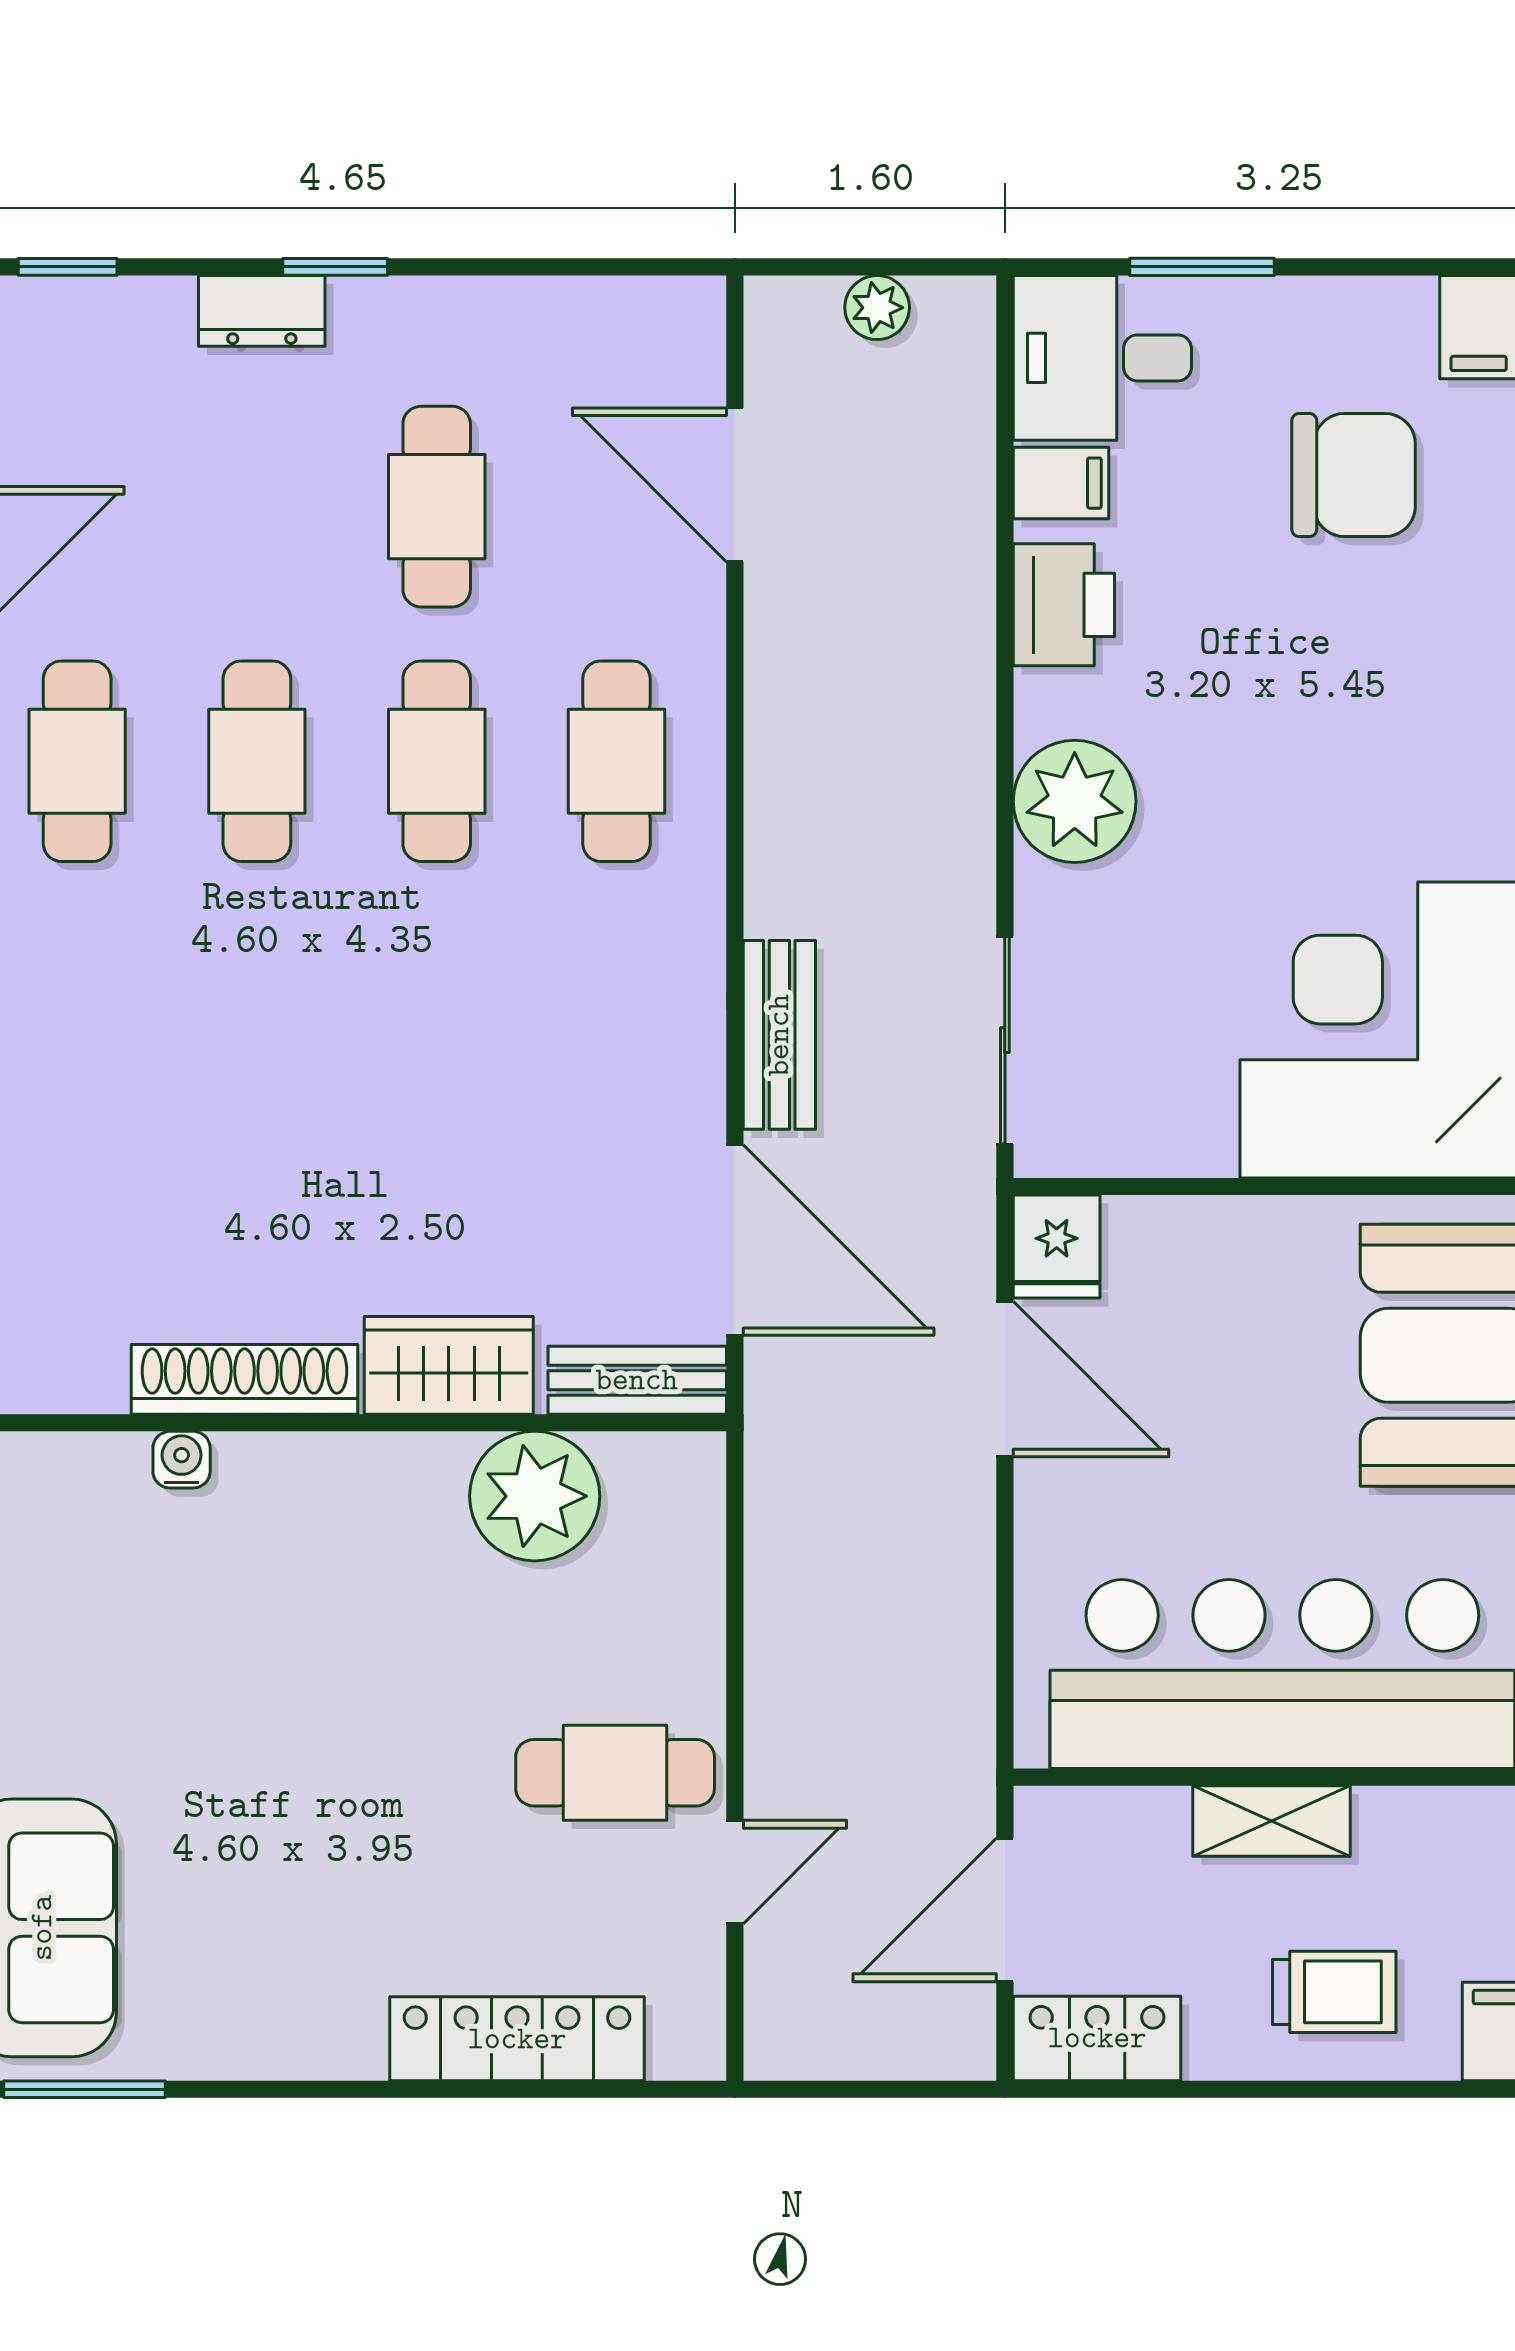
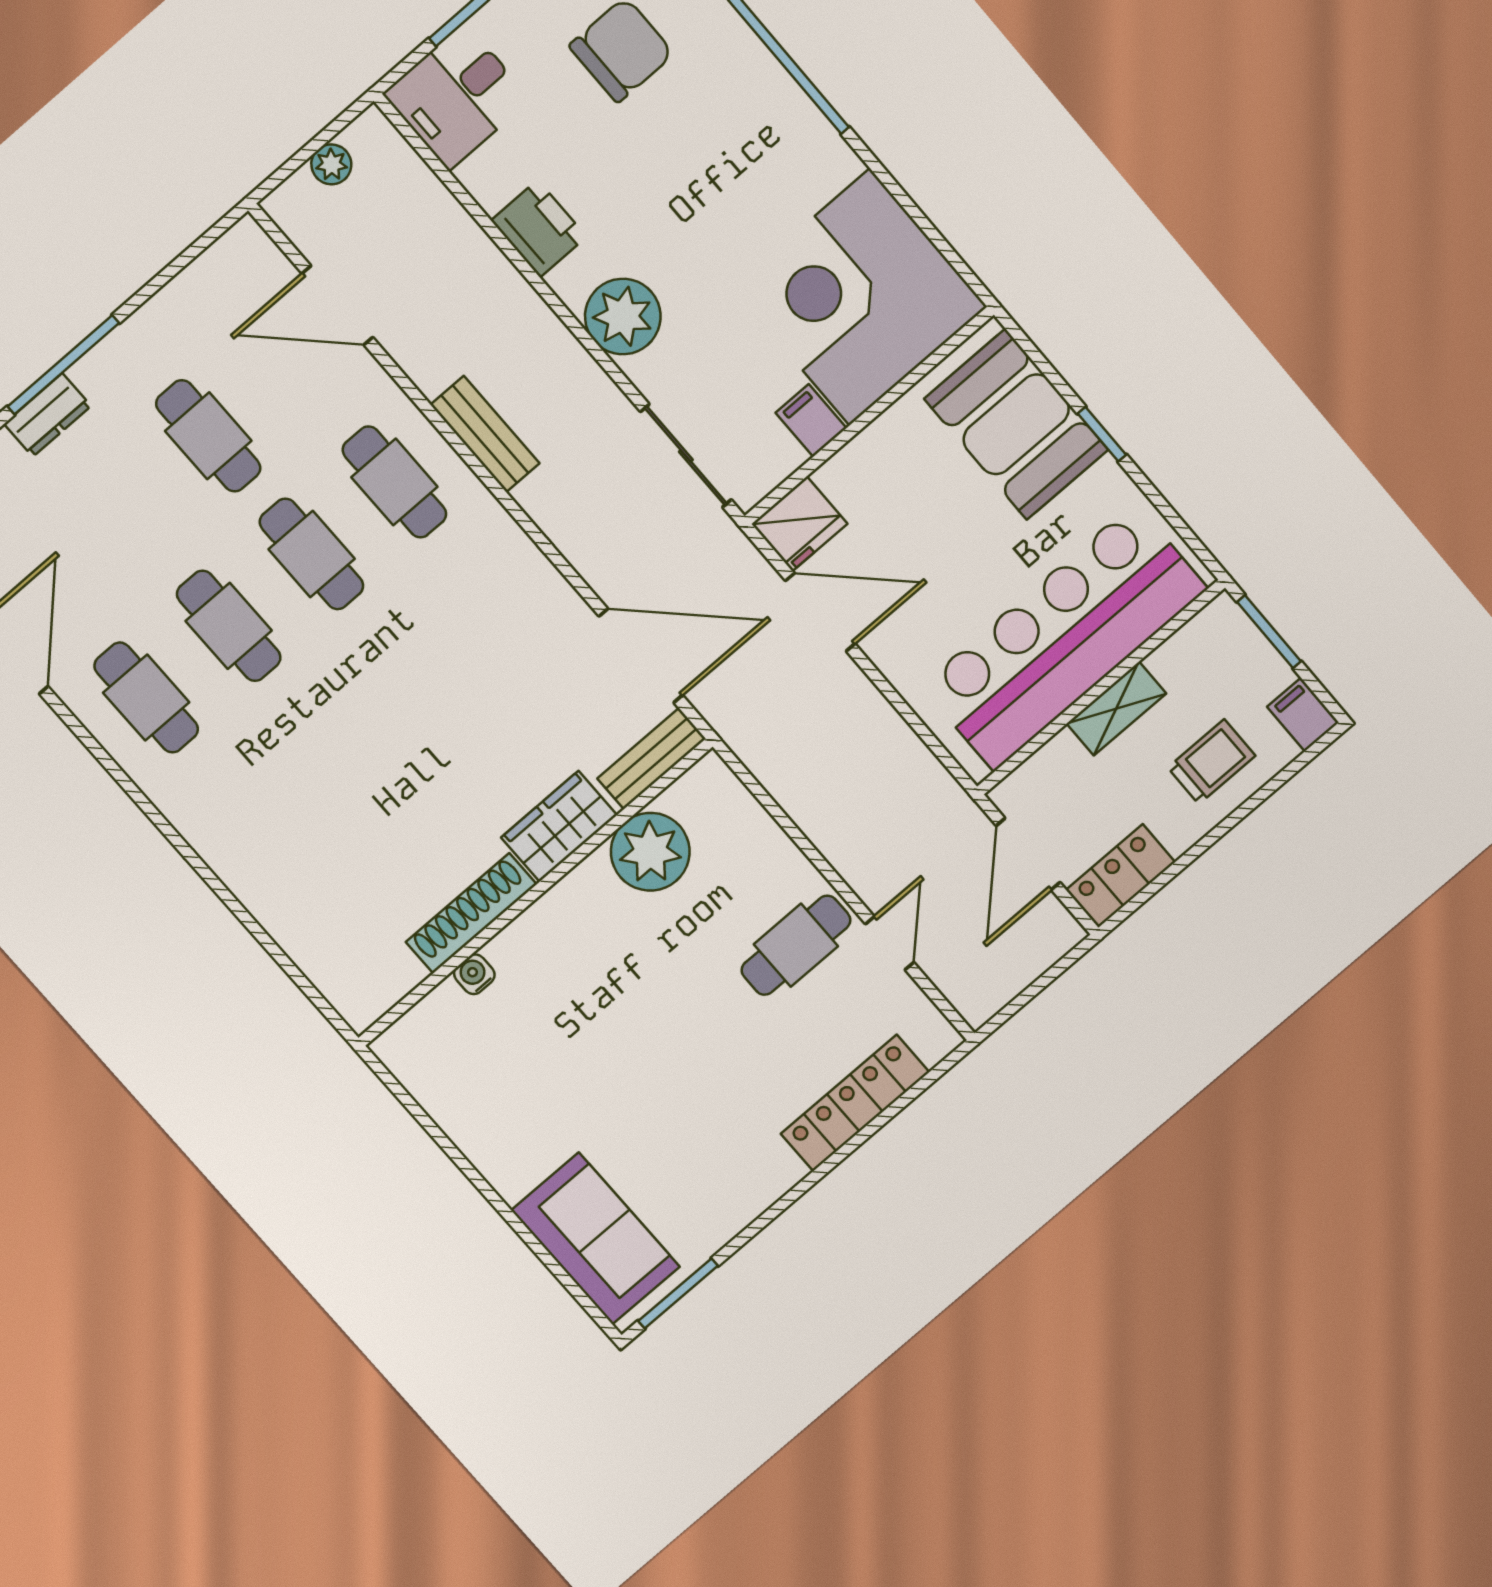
window: (335, 267) -> (63, 365), width x2.17
filing cabinet: (1061, 483) -> (811, 420), moved, turned -90
bench: (779, 1035) -> (485, 434), moved
fridge: (1057, 1247) -> (799, 524), width x1.38

